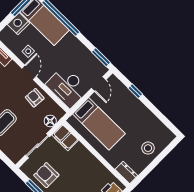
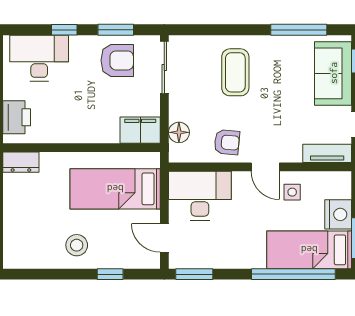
sliding door: (37, 146) -> (164, 68), moved
stool: (148, 148) -> (77, 245), moved

